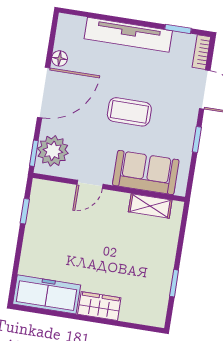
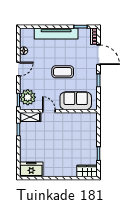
door: (44, 93) -> (18, 69), width x0.53
door: (90, 184) -> (49, 111), swing flipped
shelving: (150, 206) -> (30, 117), moved
freezer: (47, 294) -> (31, 169), width x0.71
wardrobe: (99, 306) -> (87, 171), moved

